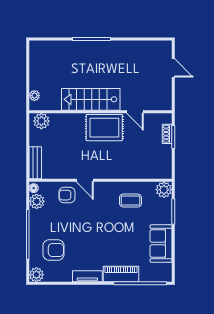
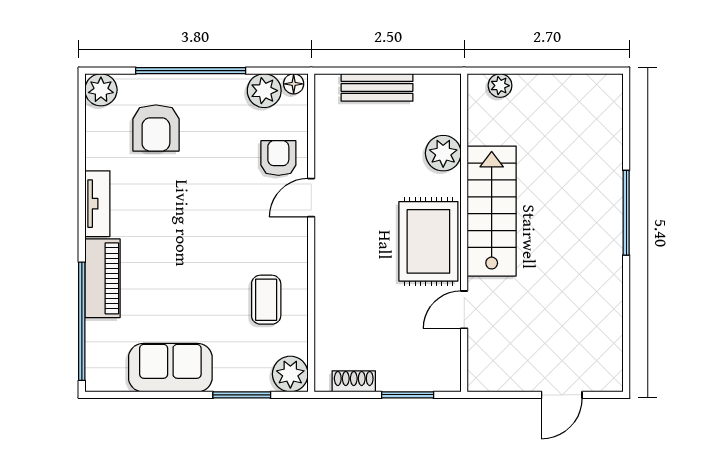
plant: (41, 121) -> (443, 153), moved
shoe rack: (167, 134) -> (354, 381), moved
bench: (35, 163) -> (377, 87), moved

